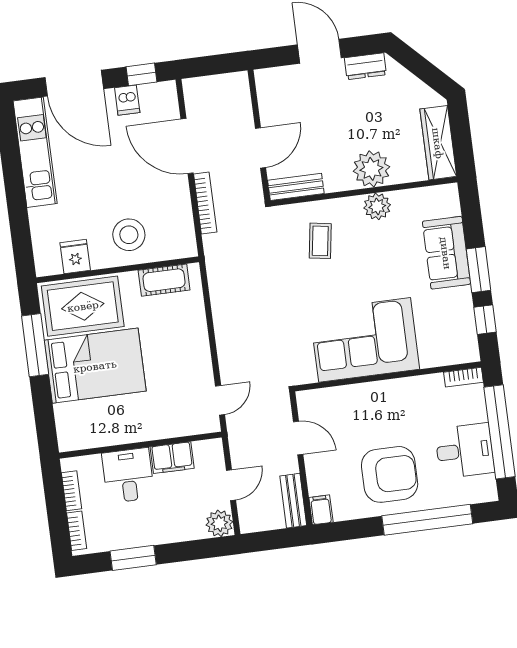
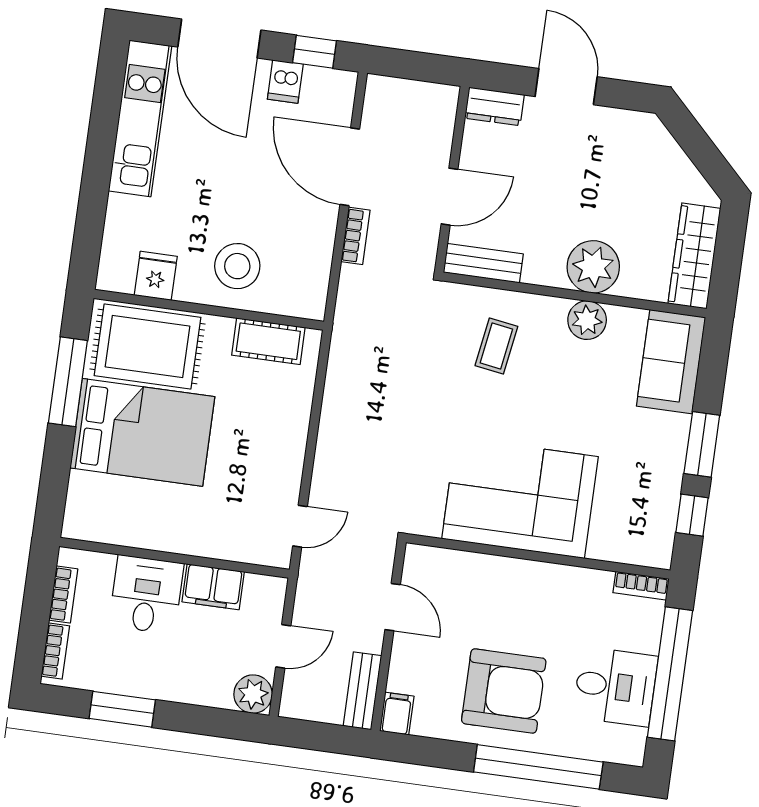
dresser: (365, 66) -> (494, 106), moved
bookcase: (205, 203) -> (355, 236), width x0.64
sofa: (446, 253) -> (671, 362), moved

